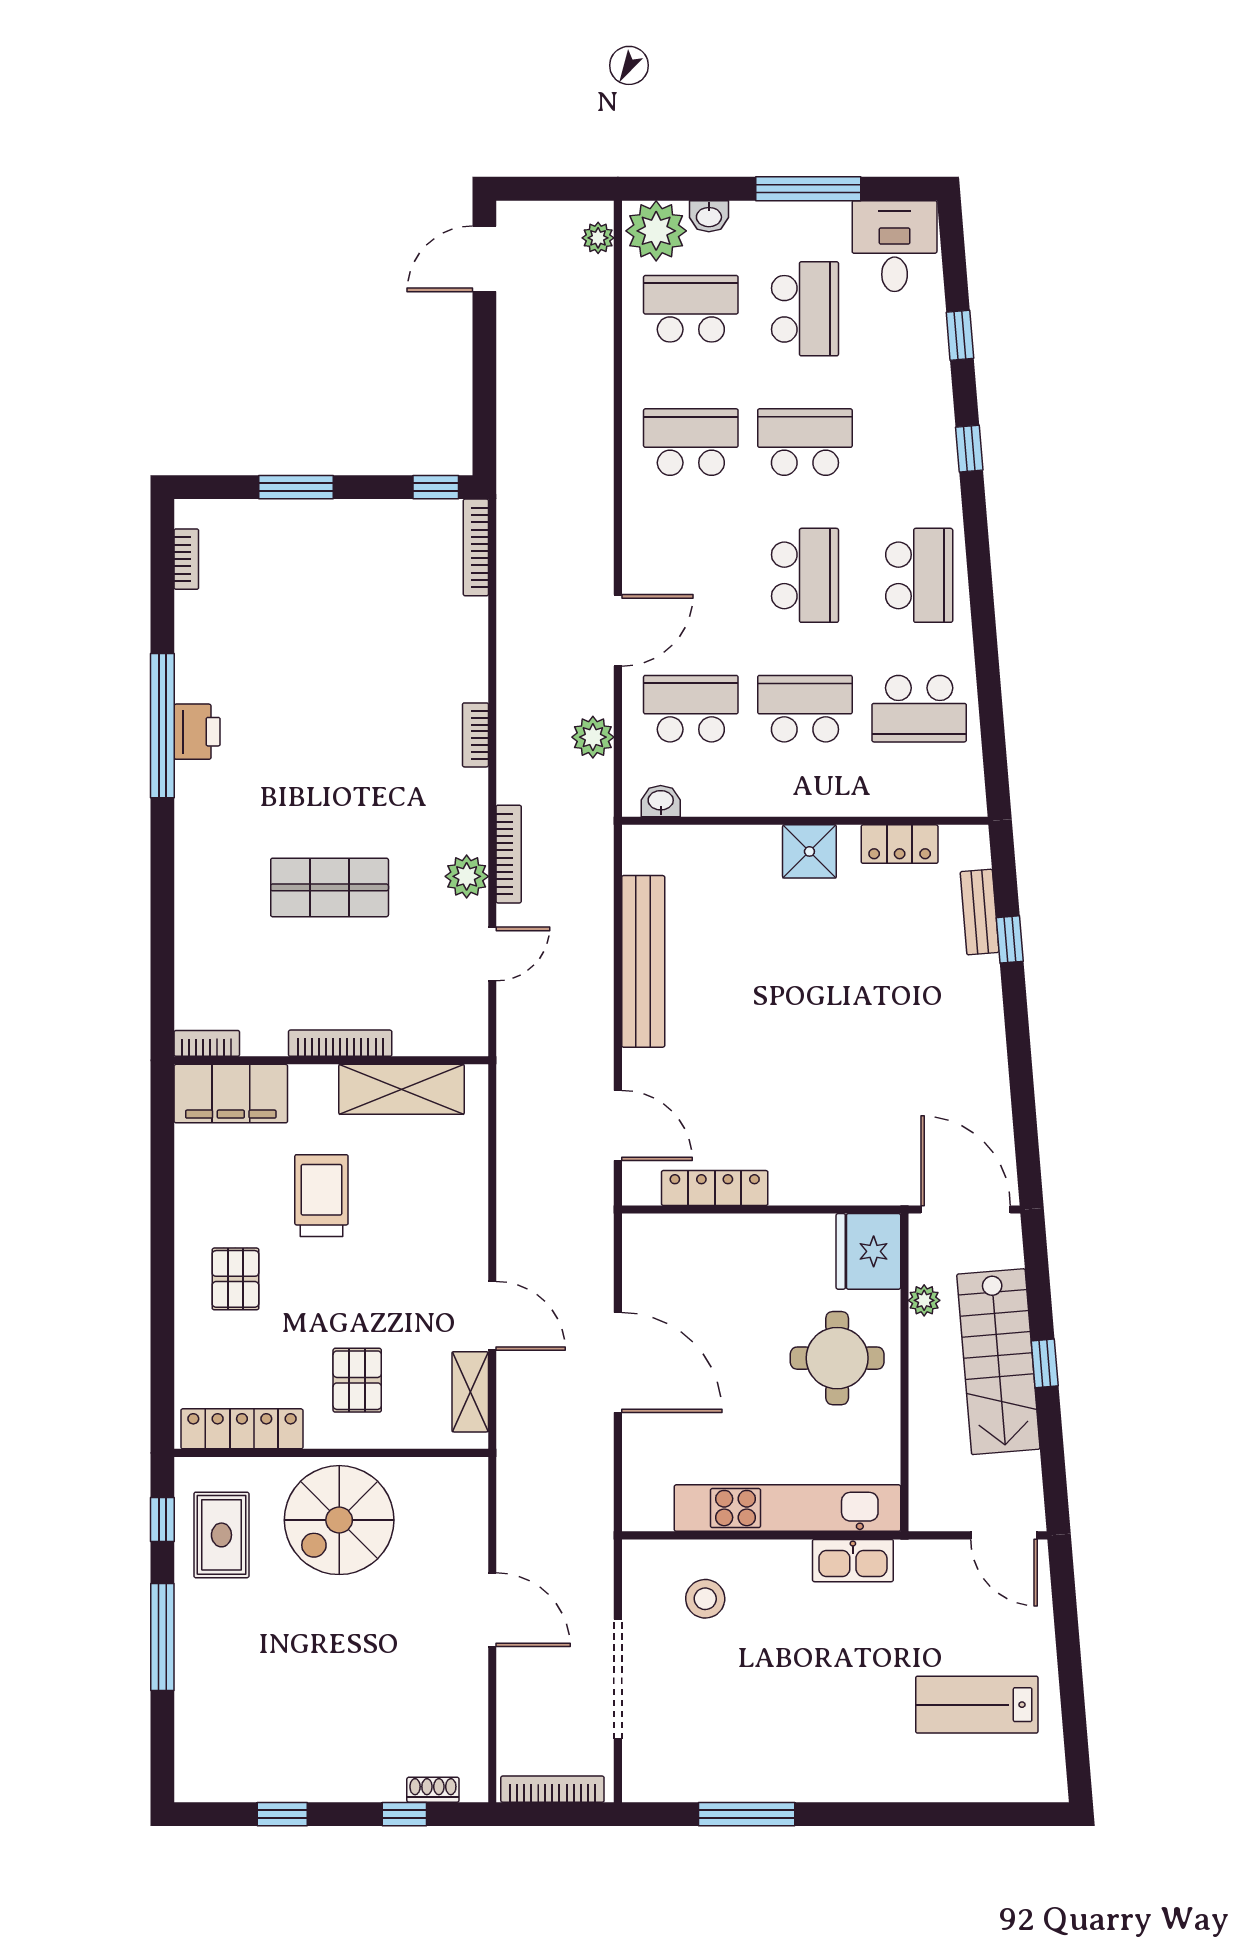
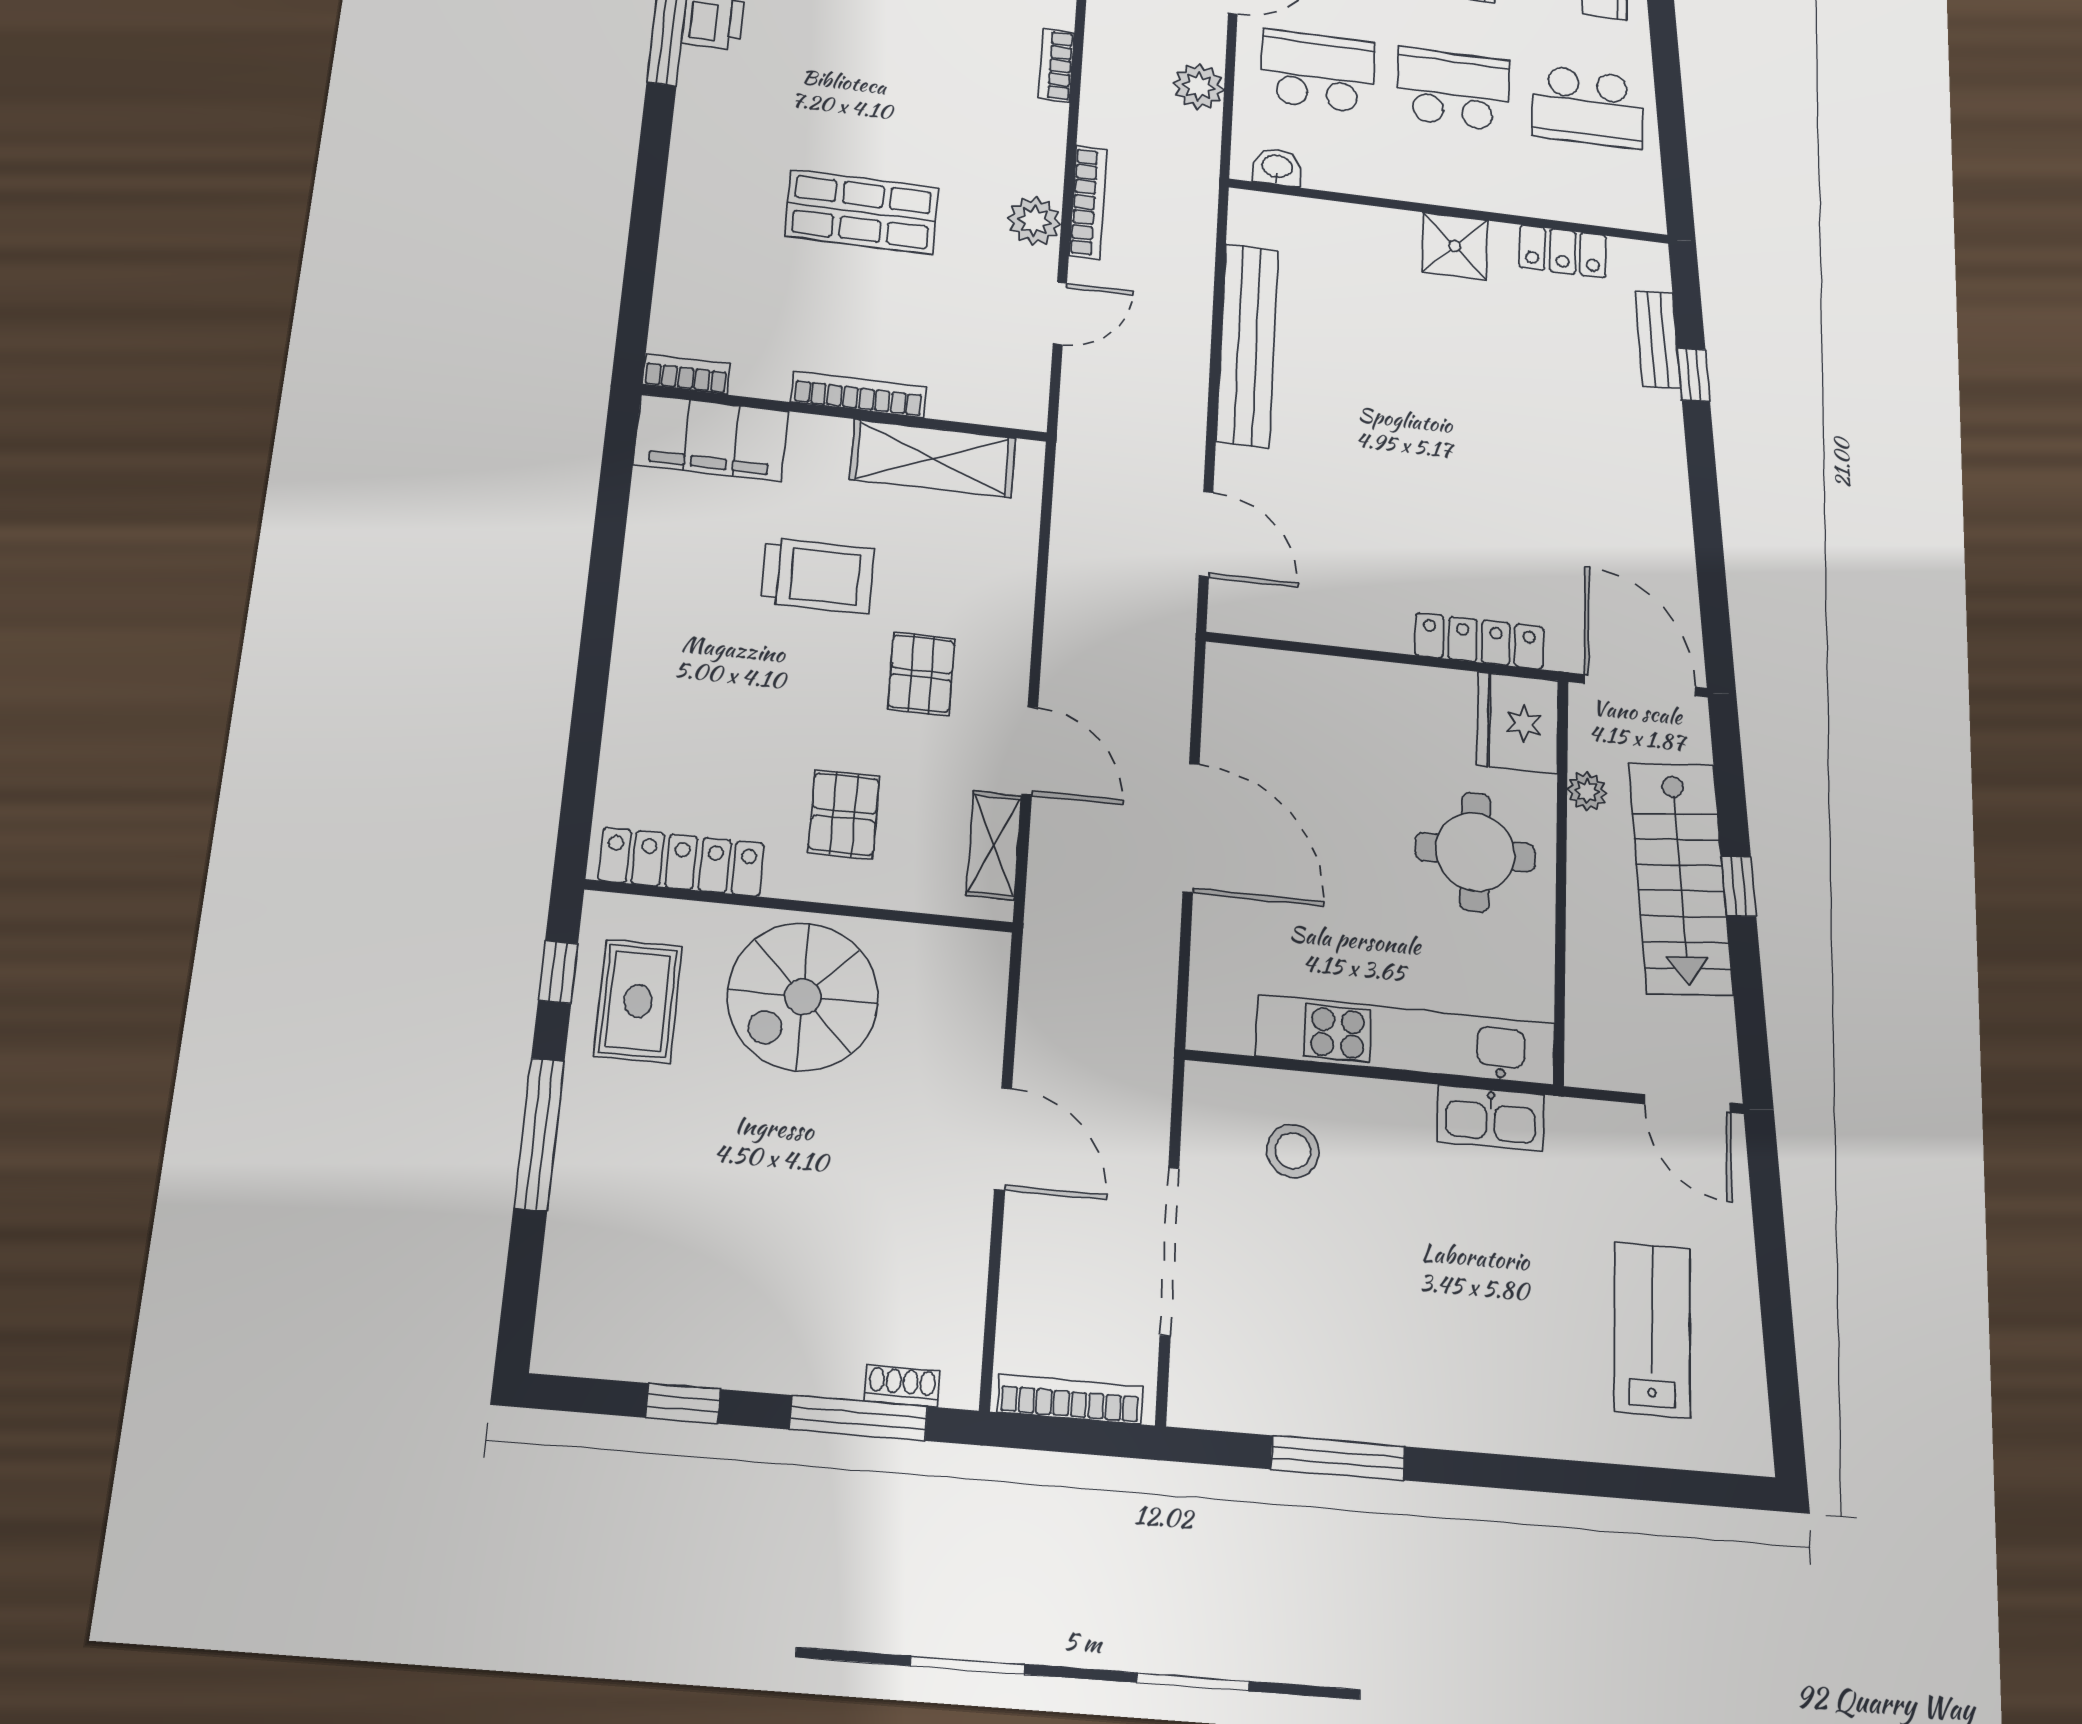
locker: (715, 1188) -> (1479, 641), moved
trolley: (321, 1196) -> (817, 576), turned 90
pallet: (235, 1279) -> (921, 674), moved
lab bench: (977, 1705) -> (1652, 1330), turned 90
window: (404, 1814) -> (859, 1418), width x2.17

